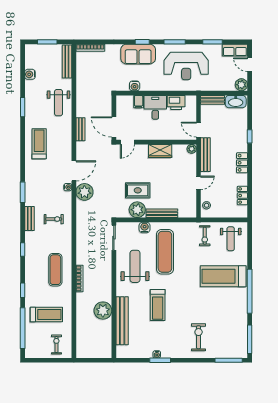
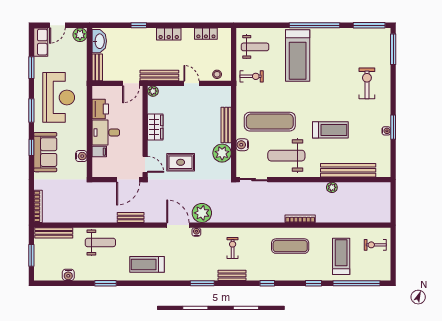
rug: (138, 190) -> (181, 162), moved, turned 90
plant: (103, 311) -> (332, 187), width x0.53, depth x0.53
exercise bike: (199, 337) -> (367, 83), turned 90

